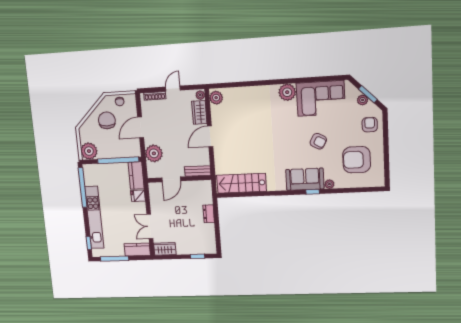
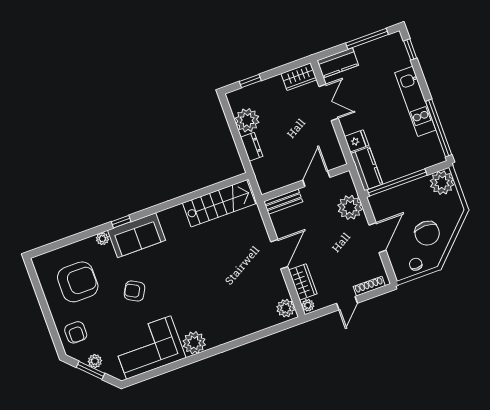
kitchen unit: (94, 218) -> (415, 101), width x0.73
plant: (207, 232) -> (247, 120), added

